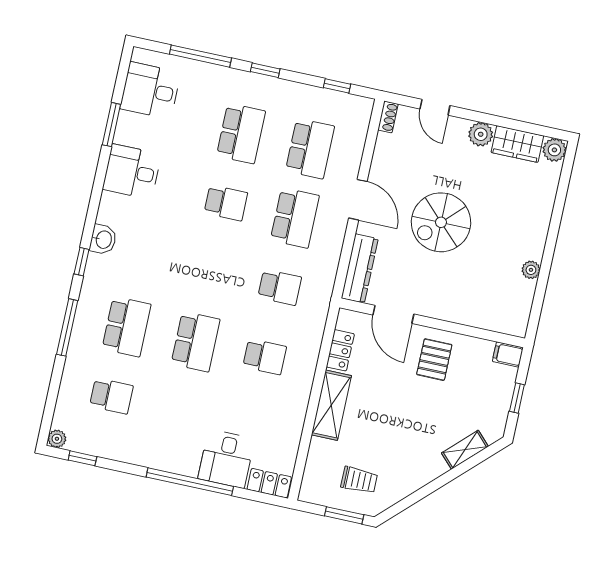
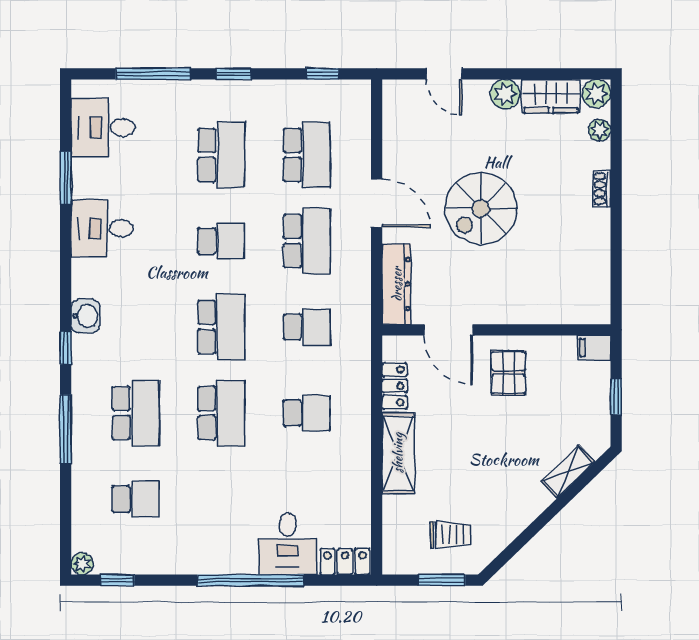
shoe rack: (388, 117) -> (602, 189), moved, turned 180
plant: (531, 270) -> (600, 130), moved
school desk: (211, 272) -> (221, 327), added

